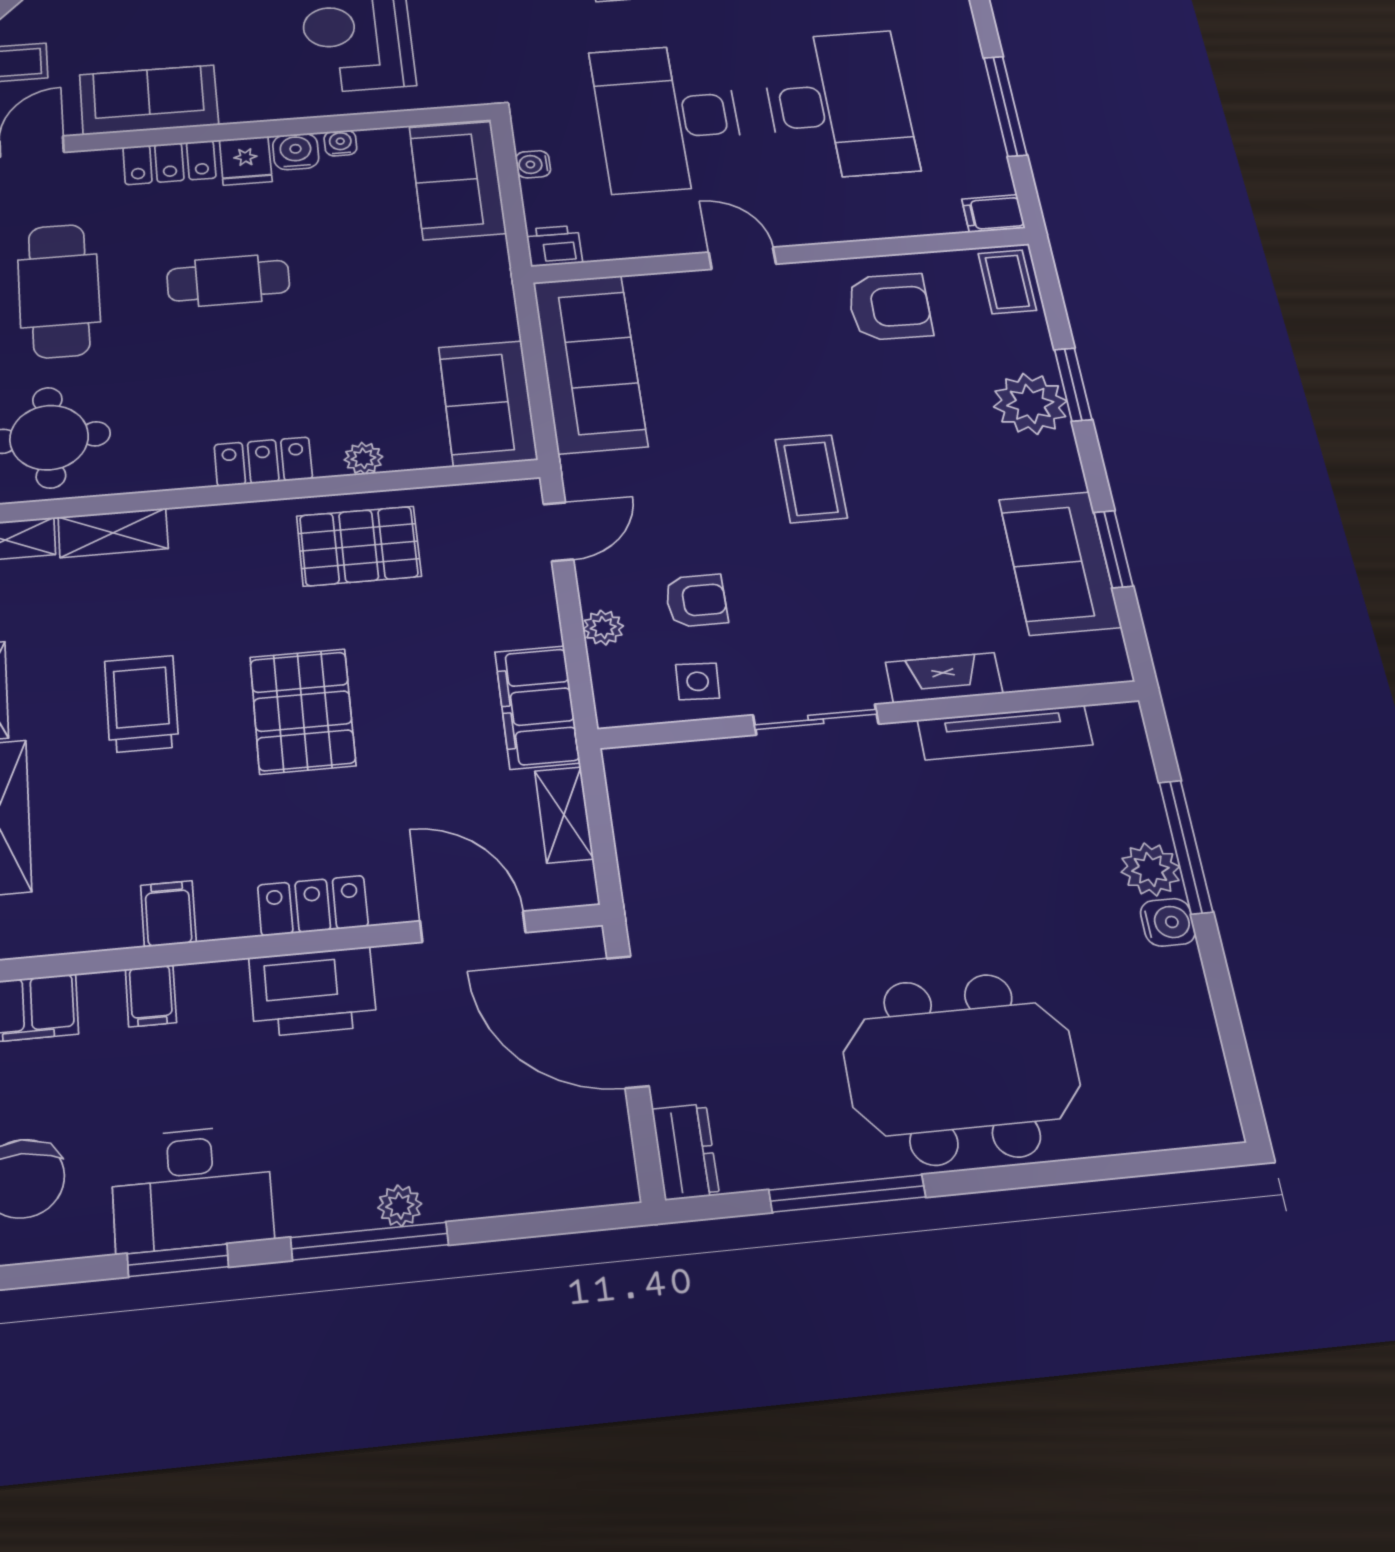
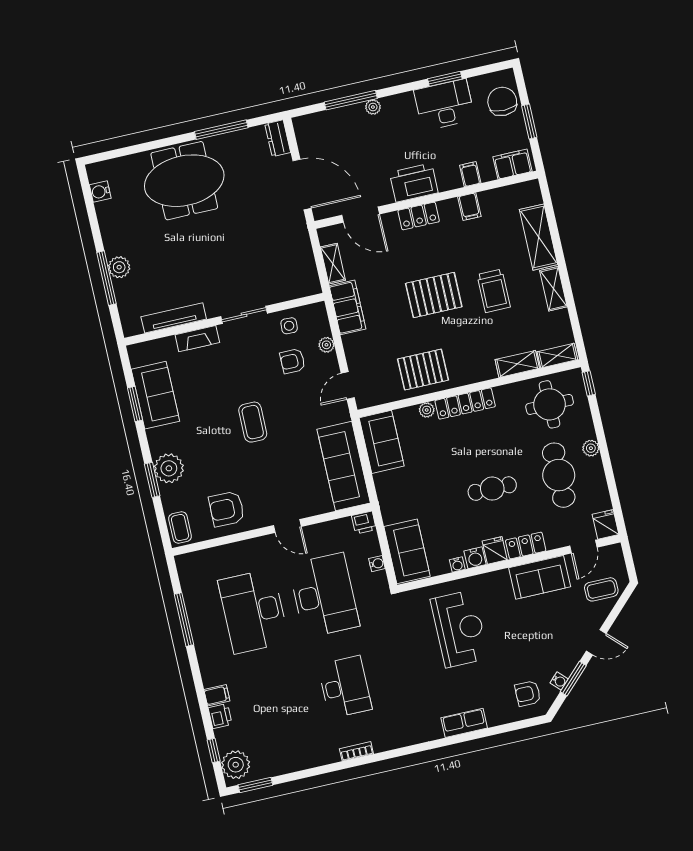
filing cabinet: (993, 214) -> (187, 562), removed
locker: (263, 462) -> (465, 404), width x1.53
pallet: (303, 711) -> (434, 295), turned 90
water cooler: (1168, 922) -> (100, 192), moved
window: (370, 1241) -> (351, 100), moved

